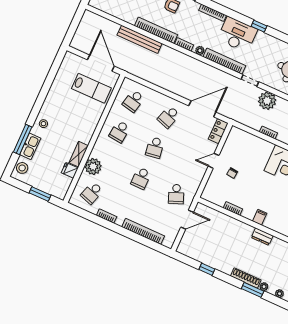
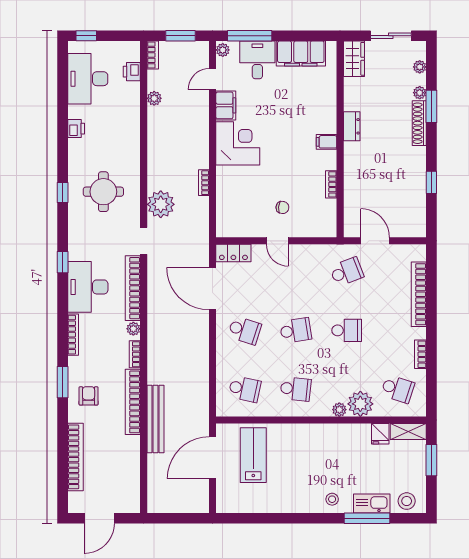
plant: (95, 152) -> (339, 410), added
shelving: (79, 154) -> (408, 431), moved

